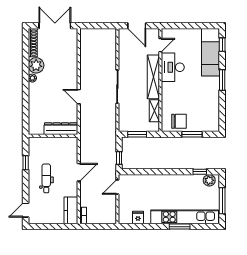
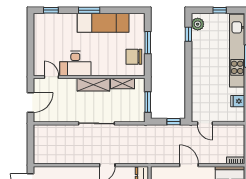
exam couch: (210, 52) -> (103, 23), moved
shelving: (153, 77) -> (93, 85), width x0.68
chair: (179, 121) -> (134, 57), turned -90
window: (222, 201) -> (220, 10), width x0.46

